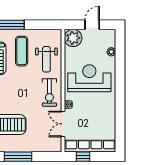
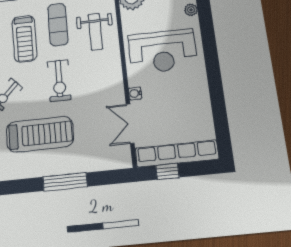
reception desk: (89, 78) -> (163, 51), turned 180
exercise bike: (49, 92) -> (59, 80), moved

